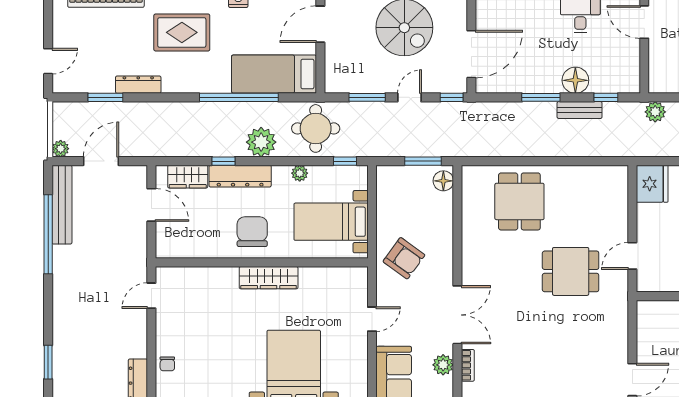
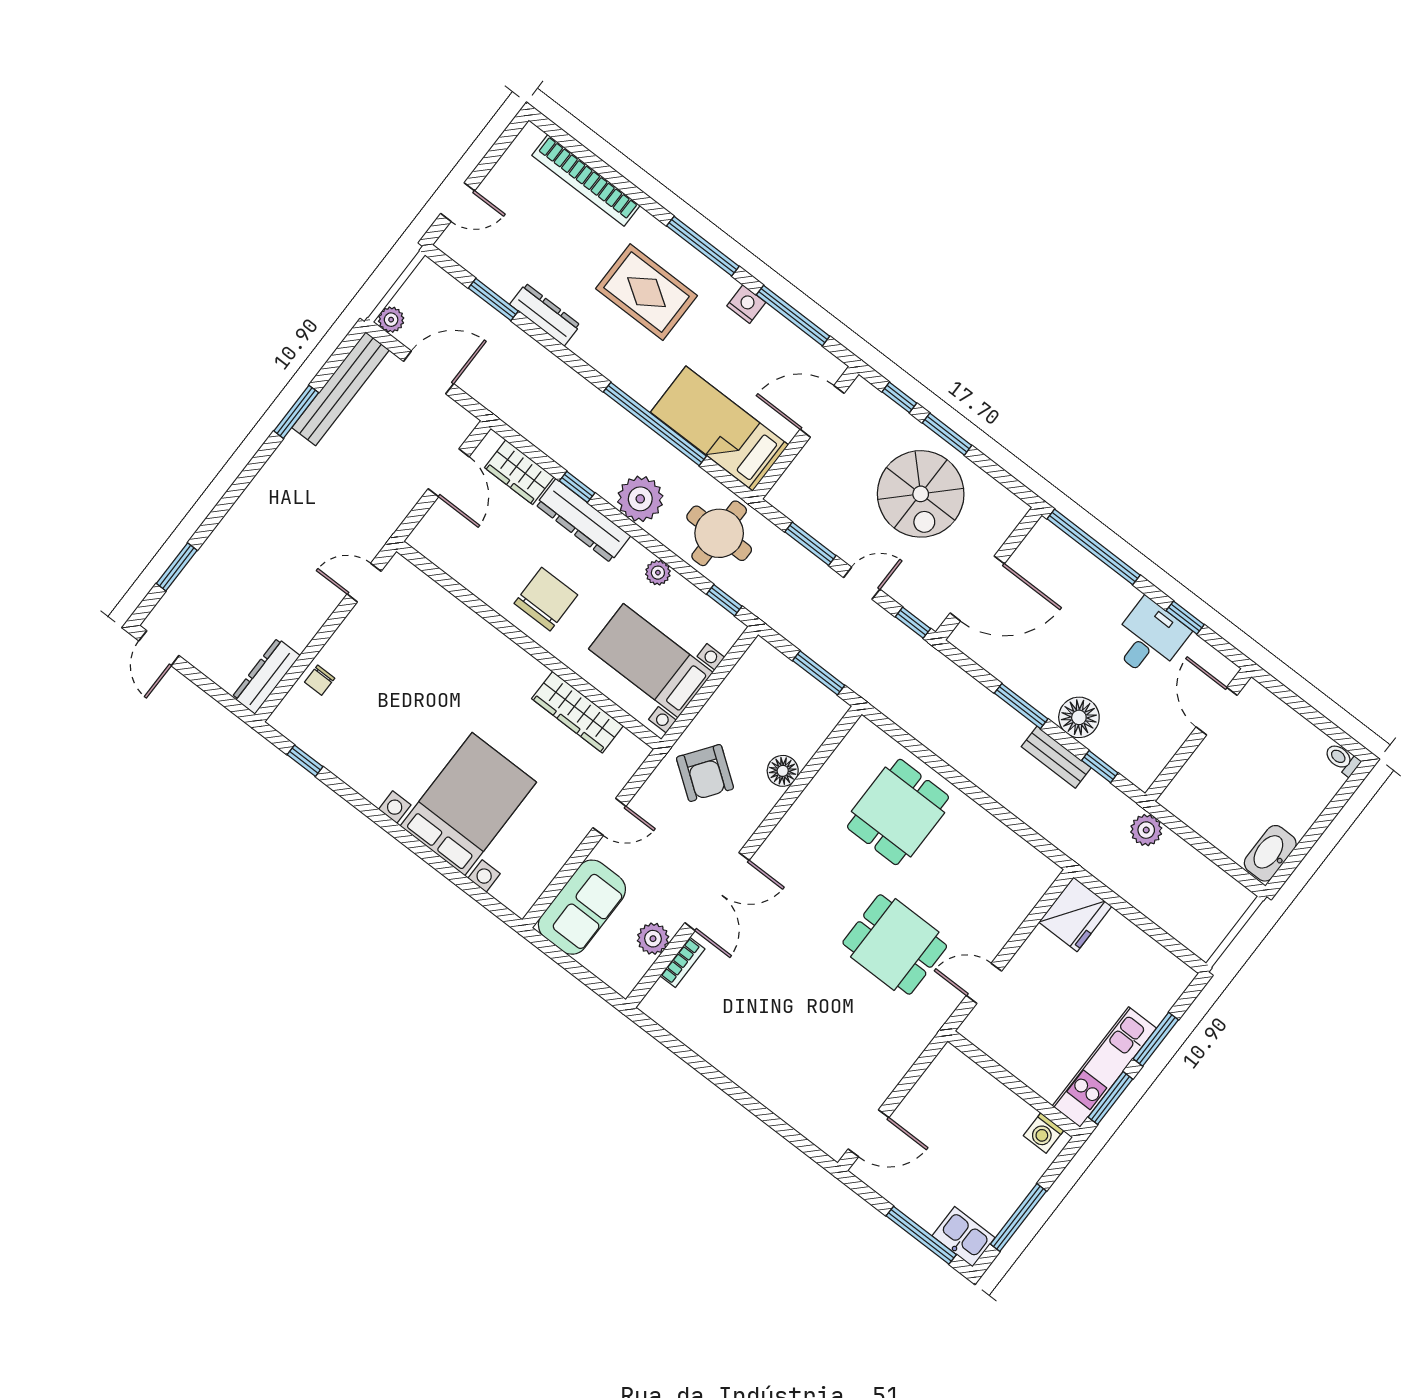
floor lamp: (443, 181) -> (783, 771), moved
window: (48, 234) -> (296, 412), width x0.47
wardrobe: (269, 278) -> (577, 712), moved

